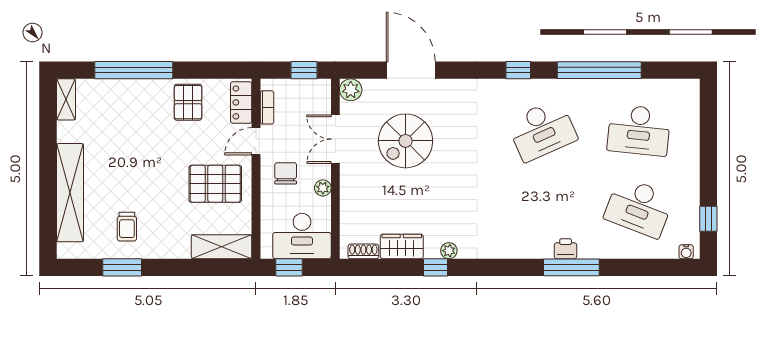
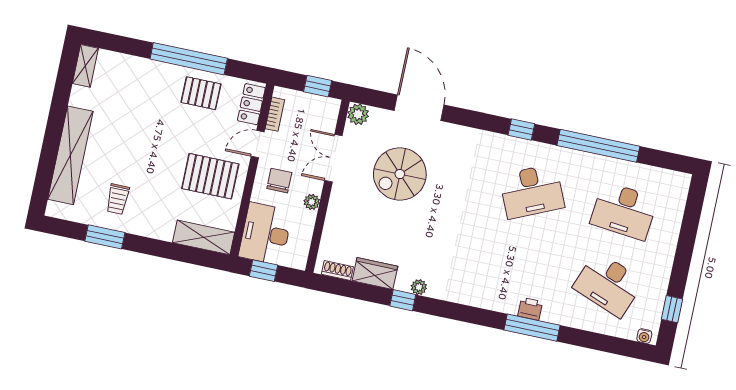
window: (134, 70) -> (189, 59), moved
pallet: (188, 102) -> (201, 93), turned 90
desk: (302, 236) -> (266, 234), moved, turned 90

